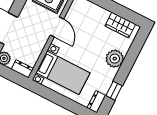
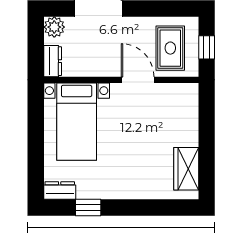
door: (57, 27) -> (138, 80), swing flipped
plant: (115, 59) -> (134, 185), removed

